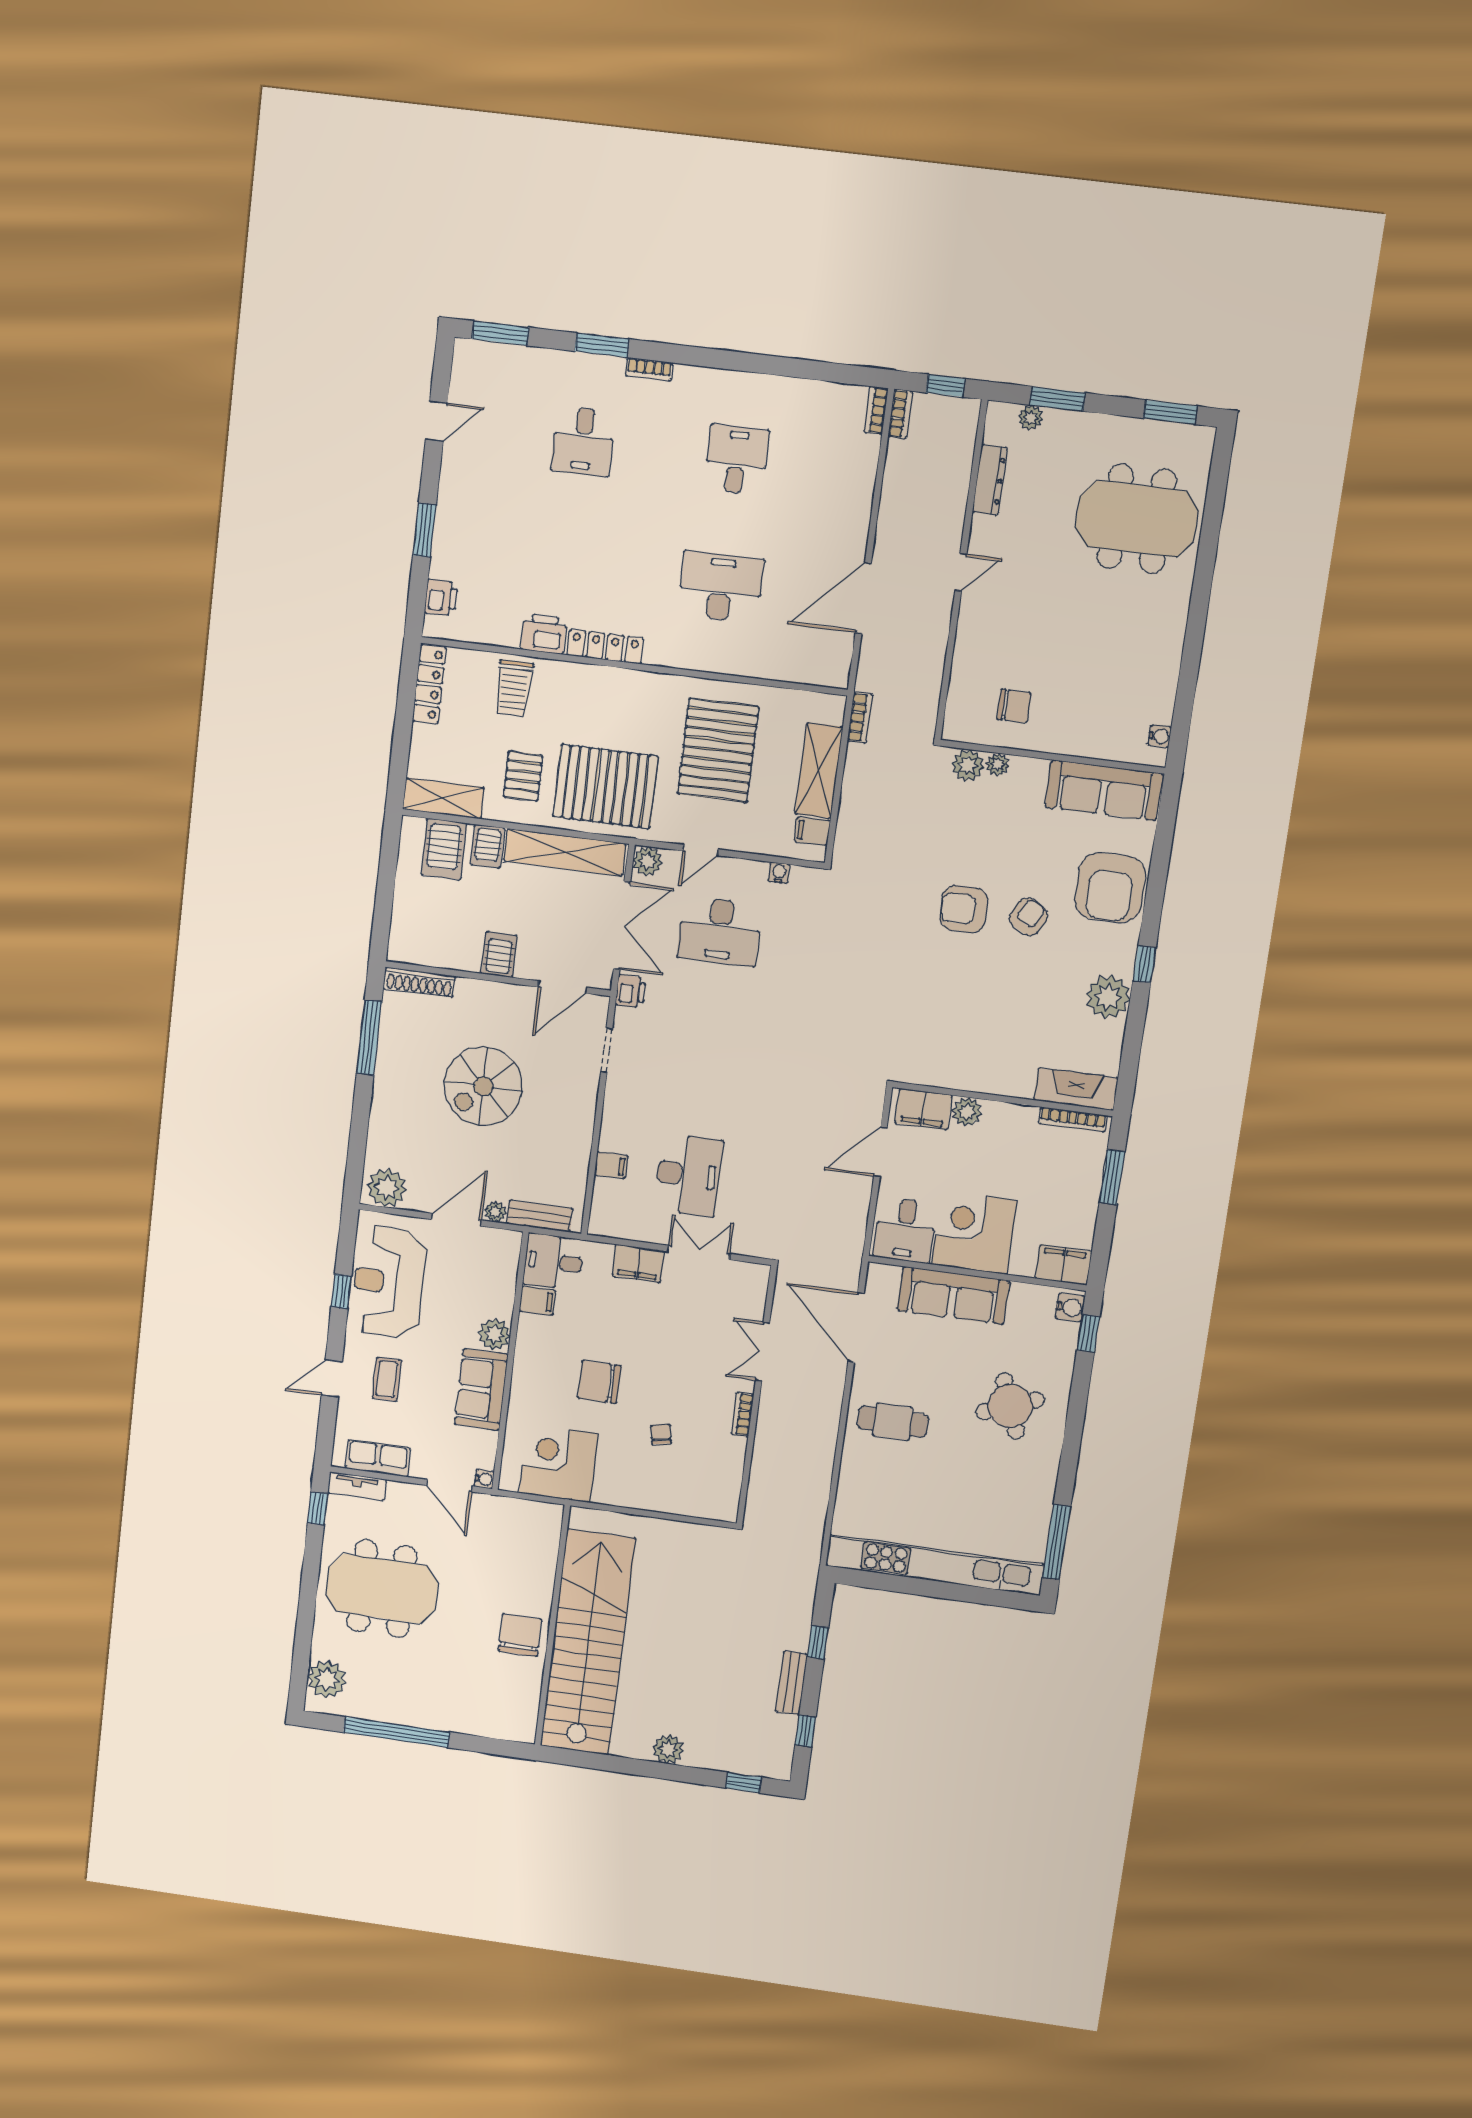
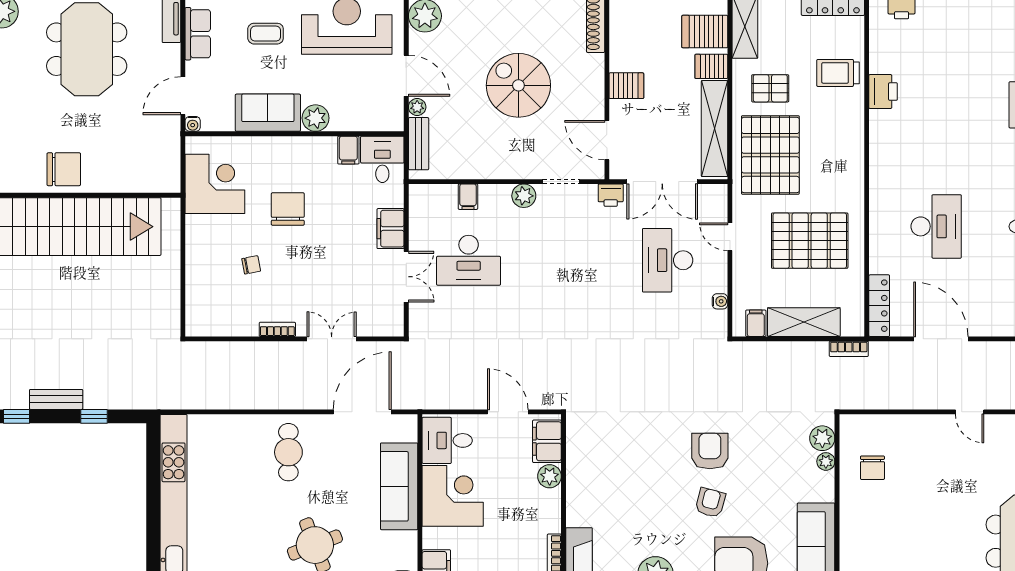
locker: (605, 647) -> (879, 306), moved
plant: (648, 861) -> (524, 196), moved
armchair: (1029, 917) -> (710, 503), turned -104

